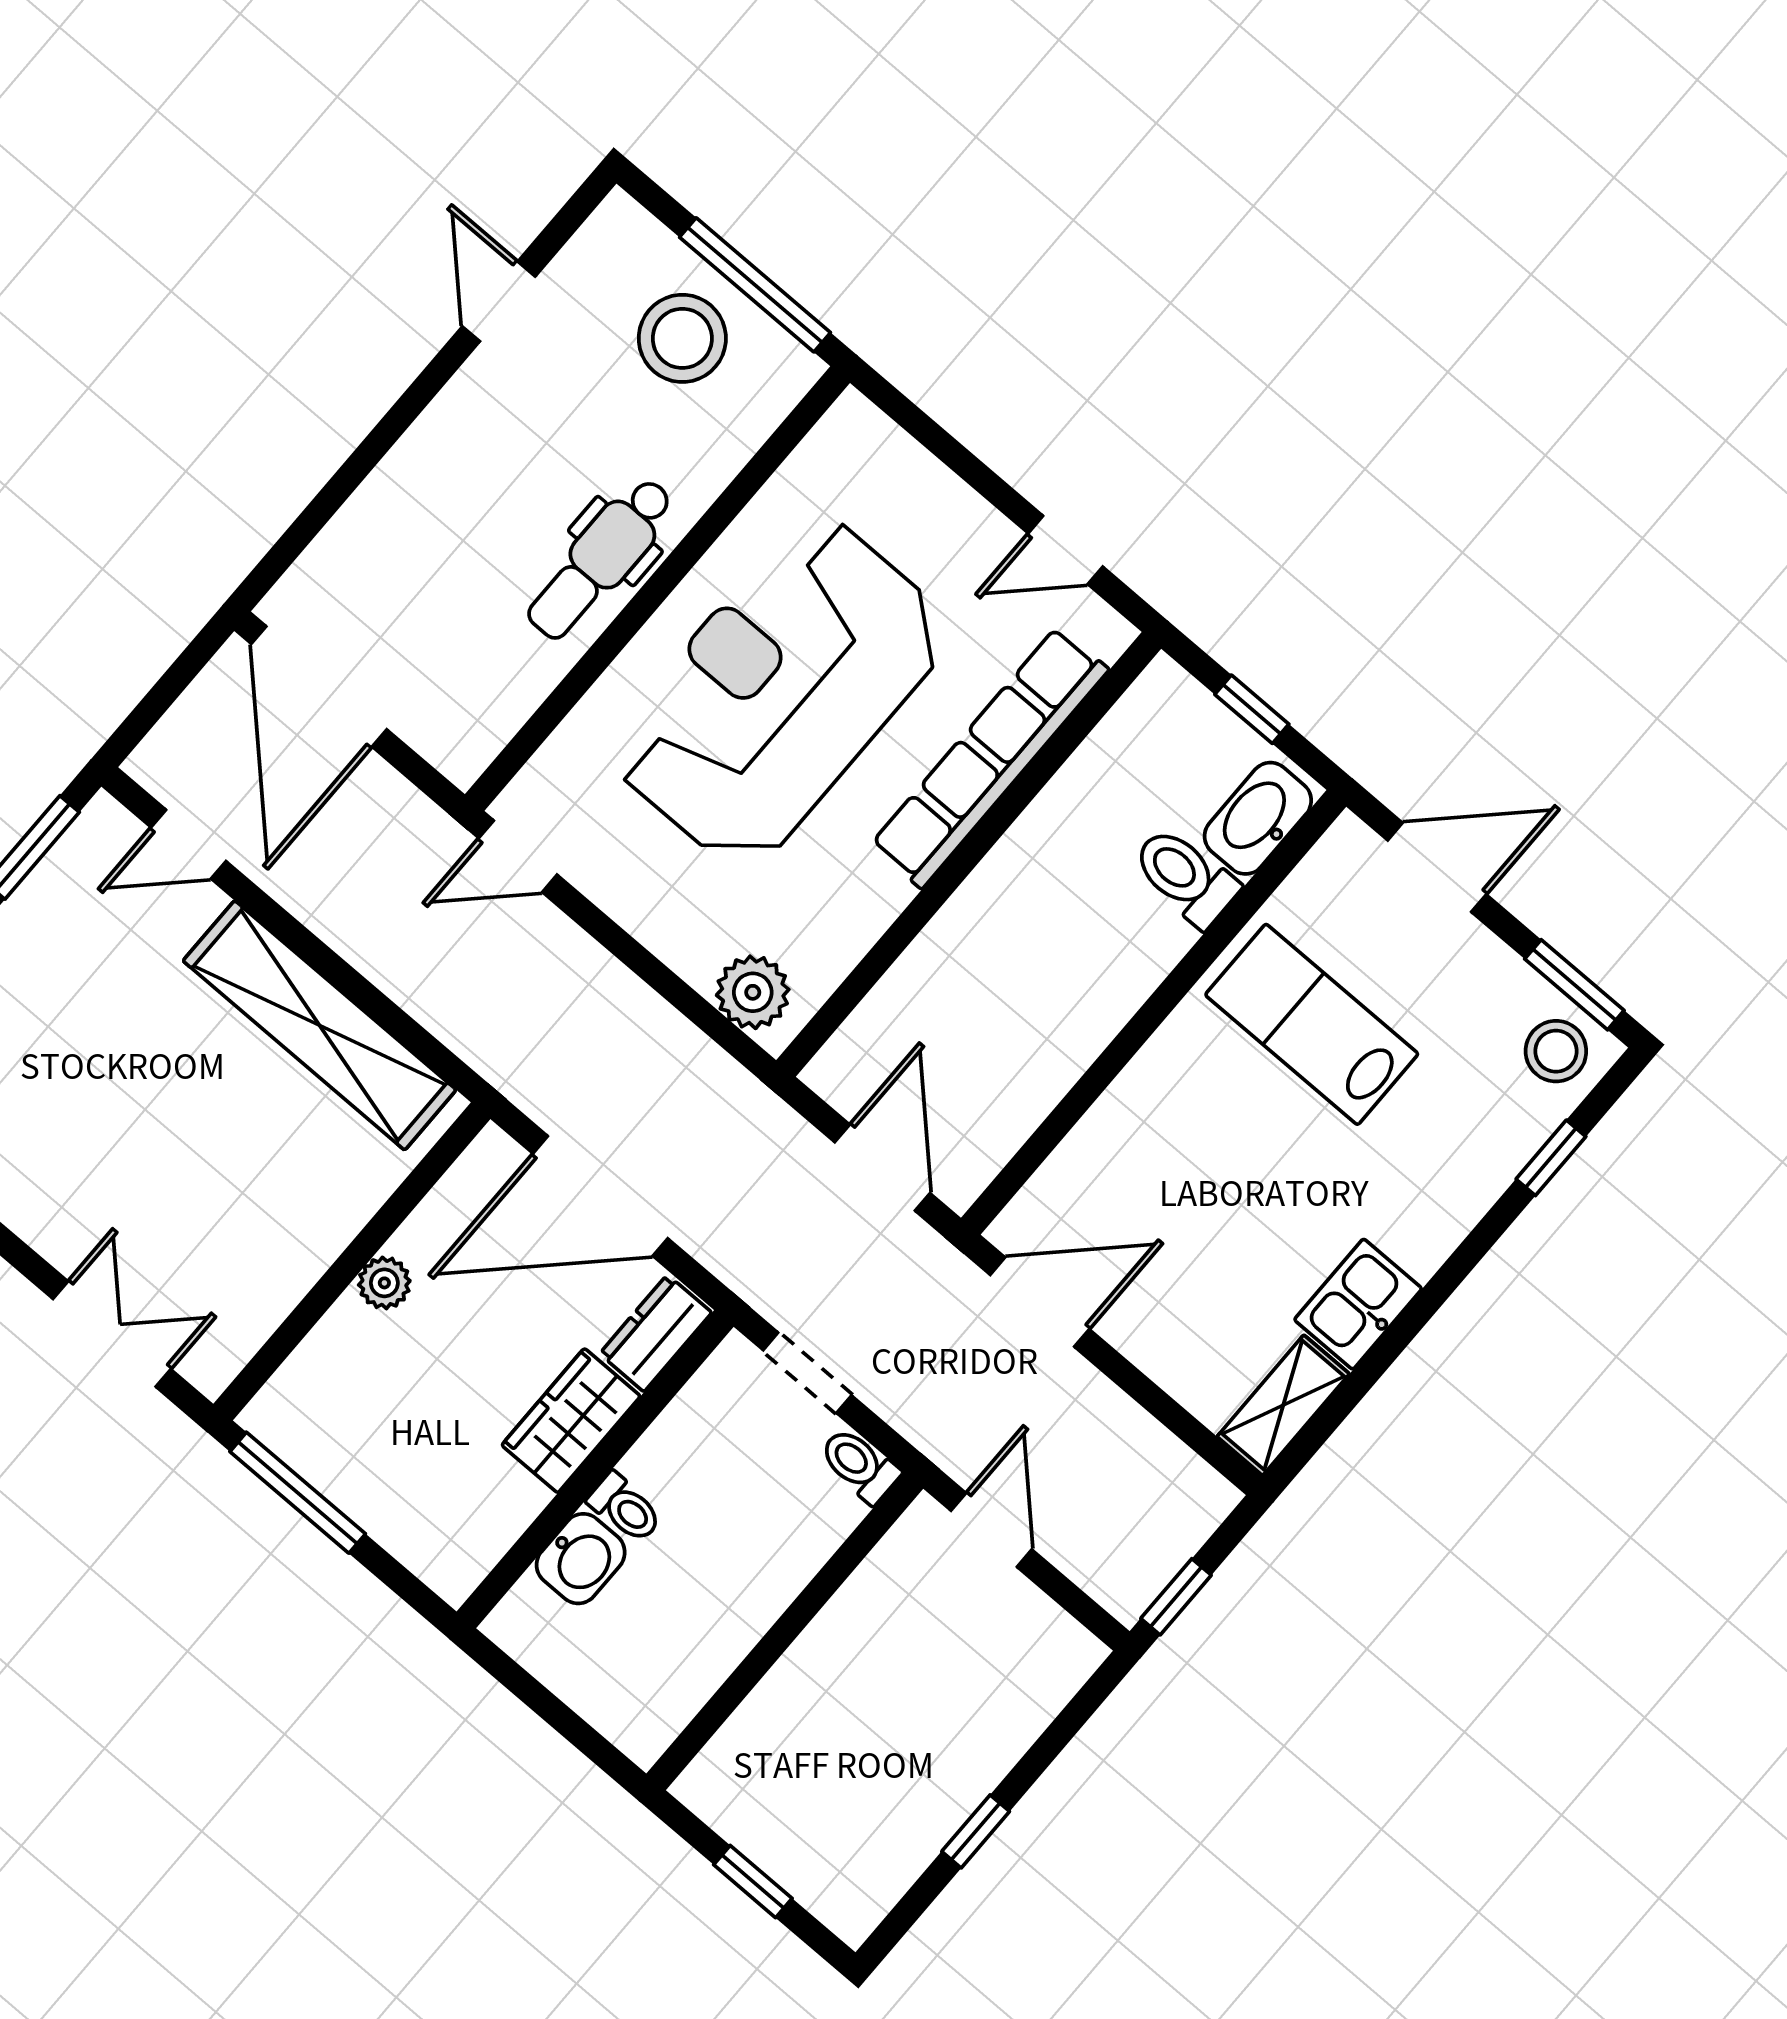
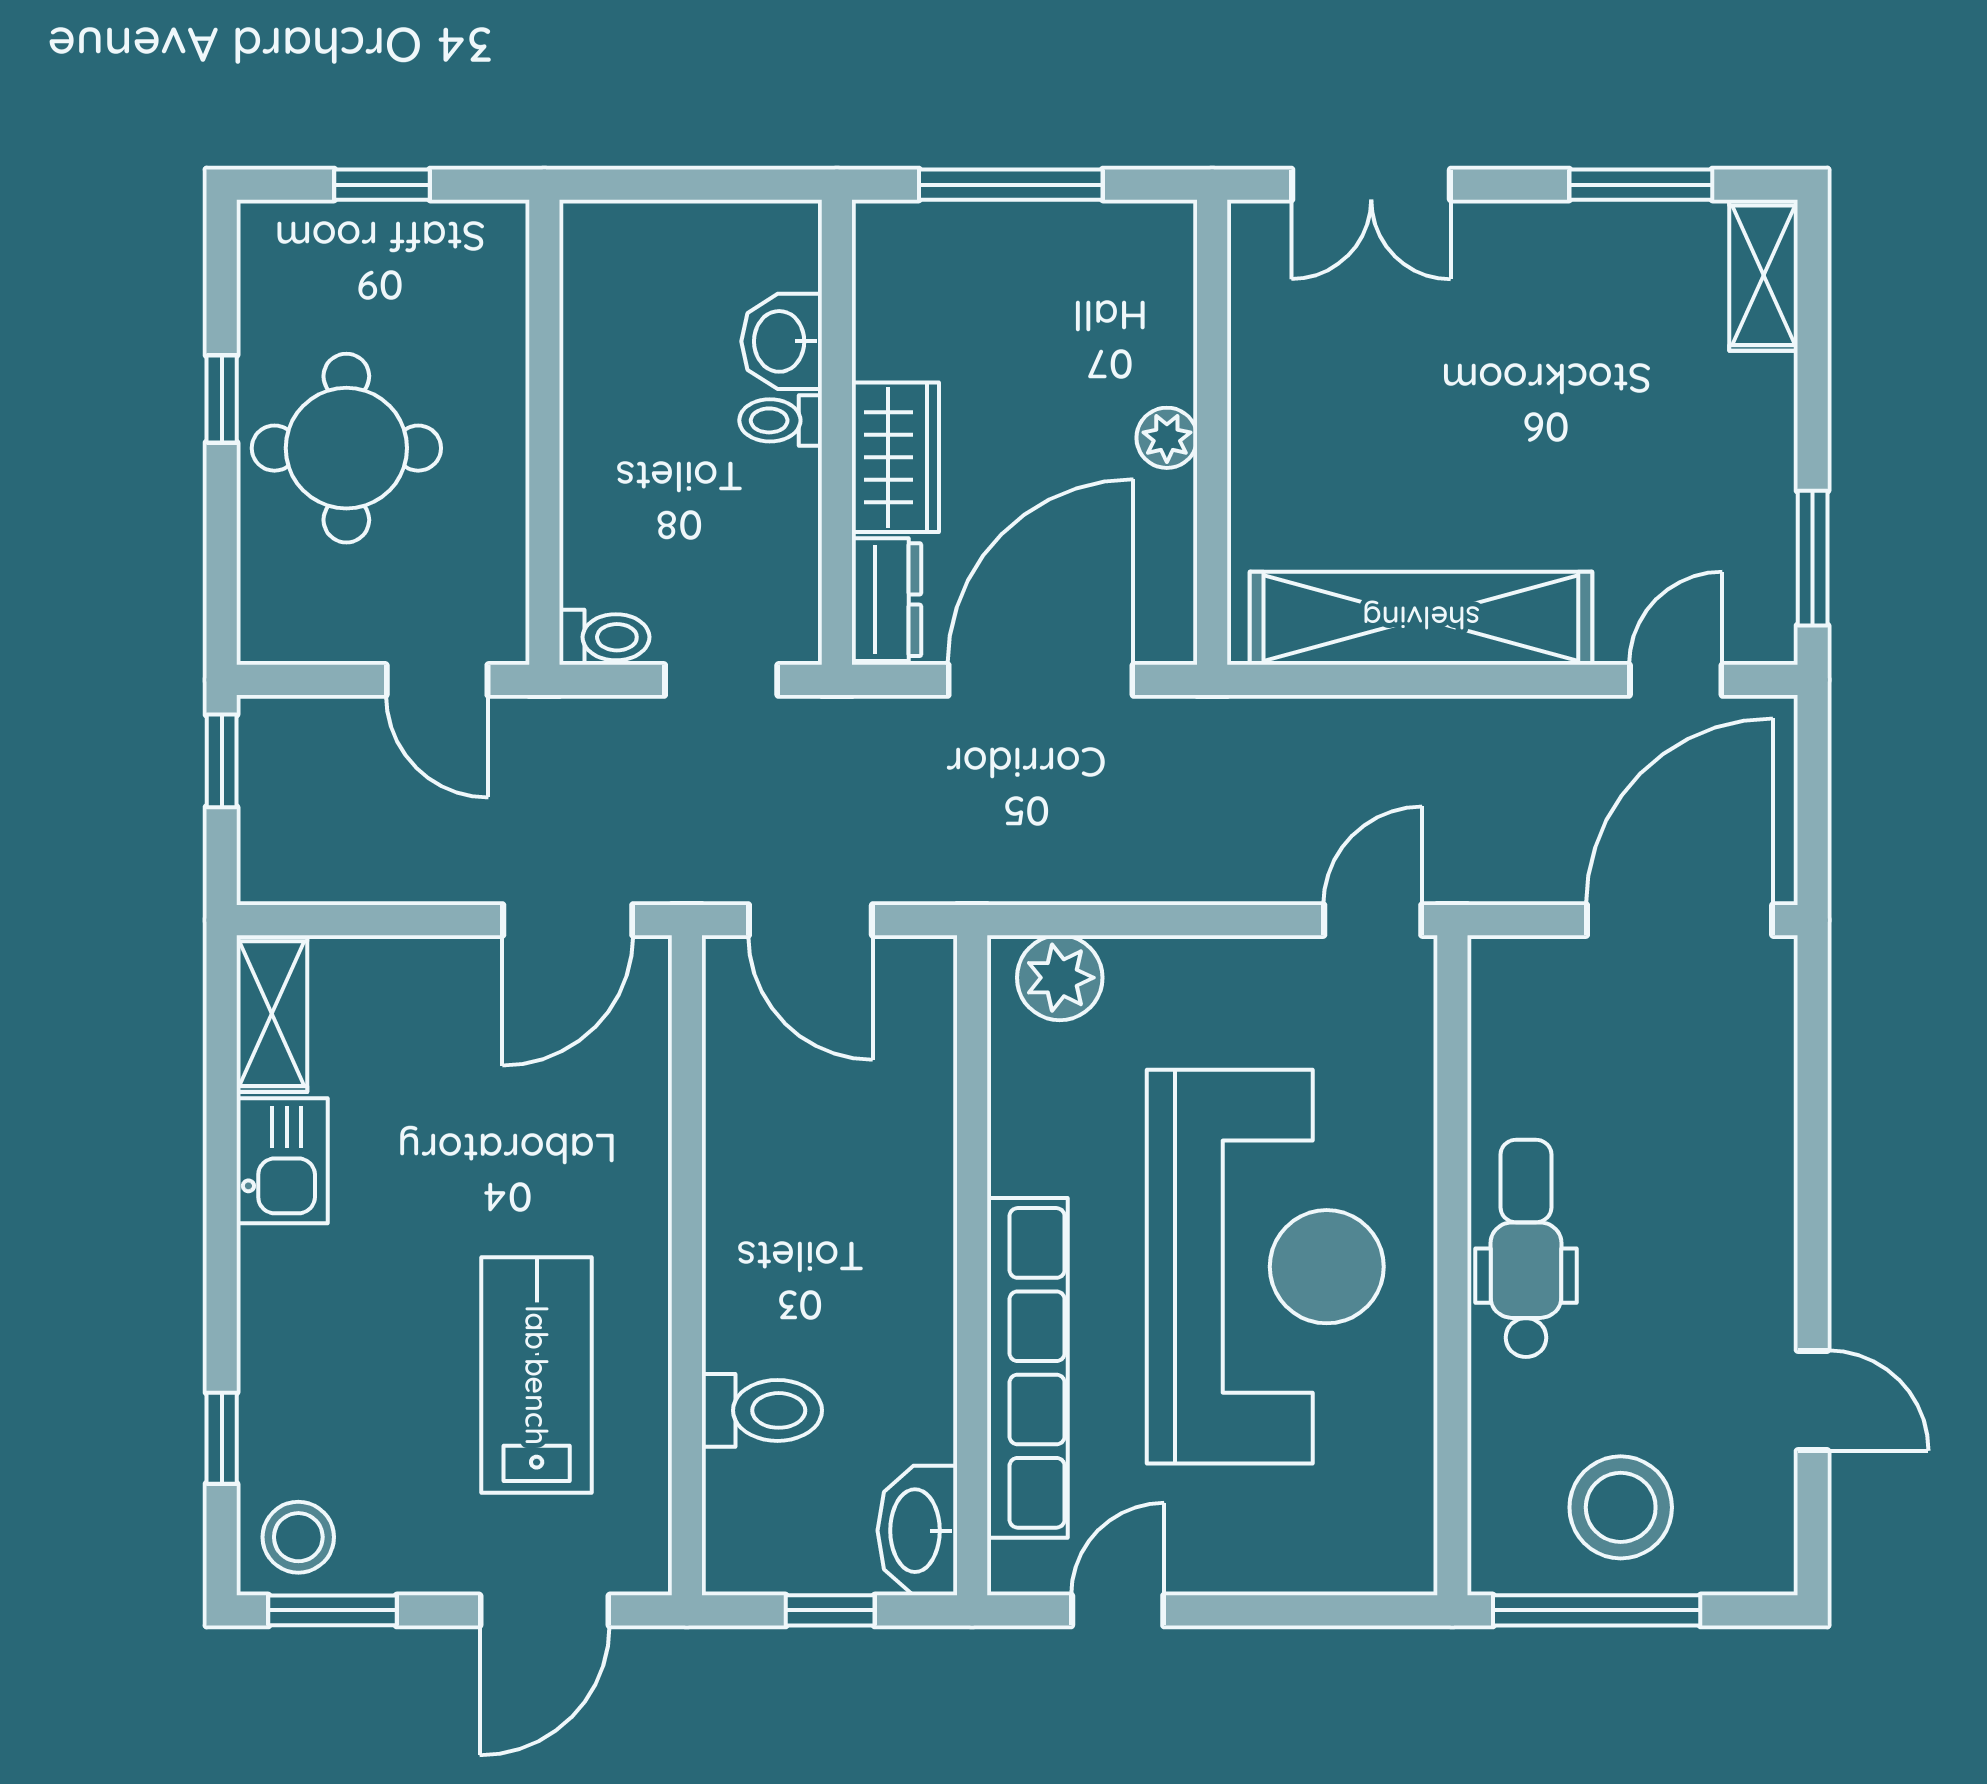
door: (319, 687) -> (1680, 920), hinge flipped
washbasin: (1258, 818) -> (917, 1531), moved, turned 180
lab bench: (1312, 1024) -> (537, 1375), turned -90
window: (298, 1493) -> (1011, 185), moved
round table: (922, 1730) -> (346, 448), added

